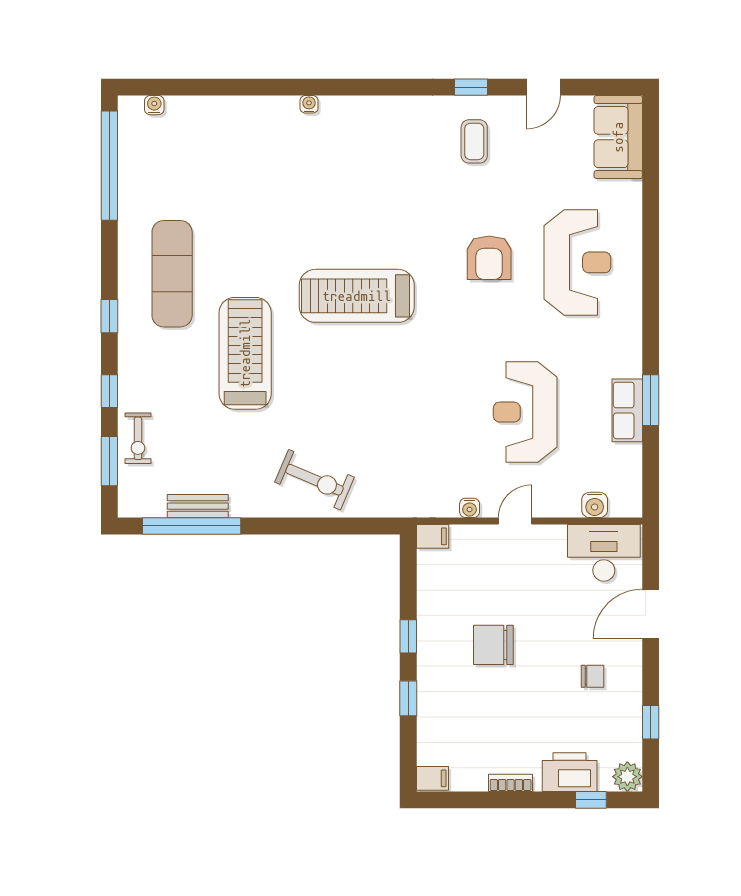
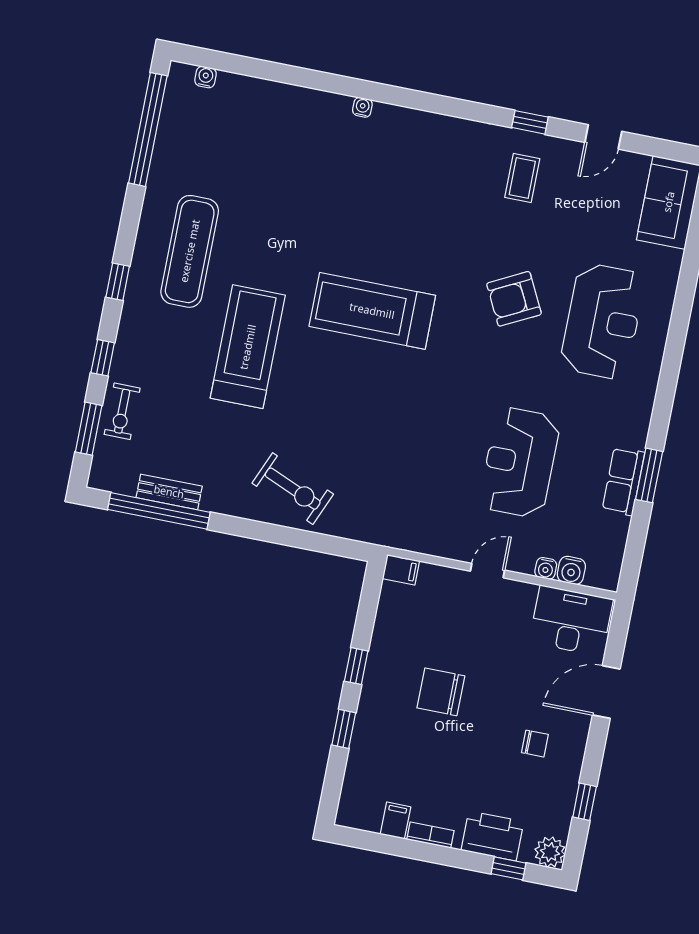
armchair: (489, 258) -> (514, 299), turned 63
water cooler: (470, 508) -> (546, 568), moved
filing cabinet: (432, 778) -> (395, 821), moved, turned -90

